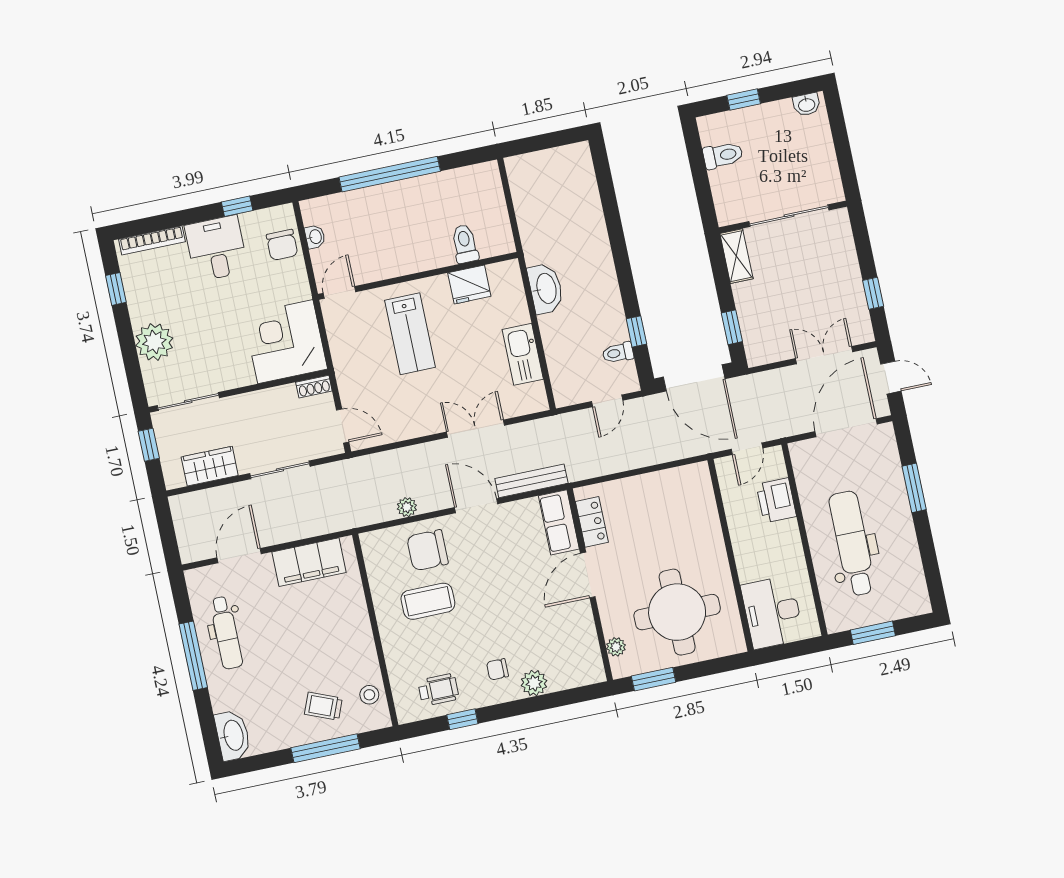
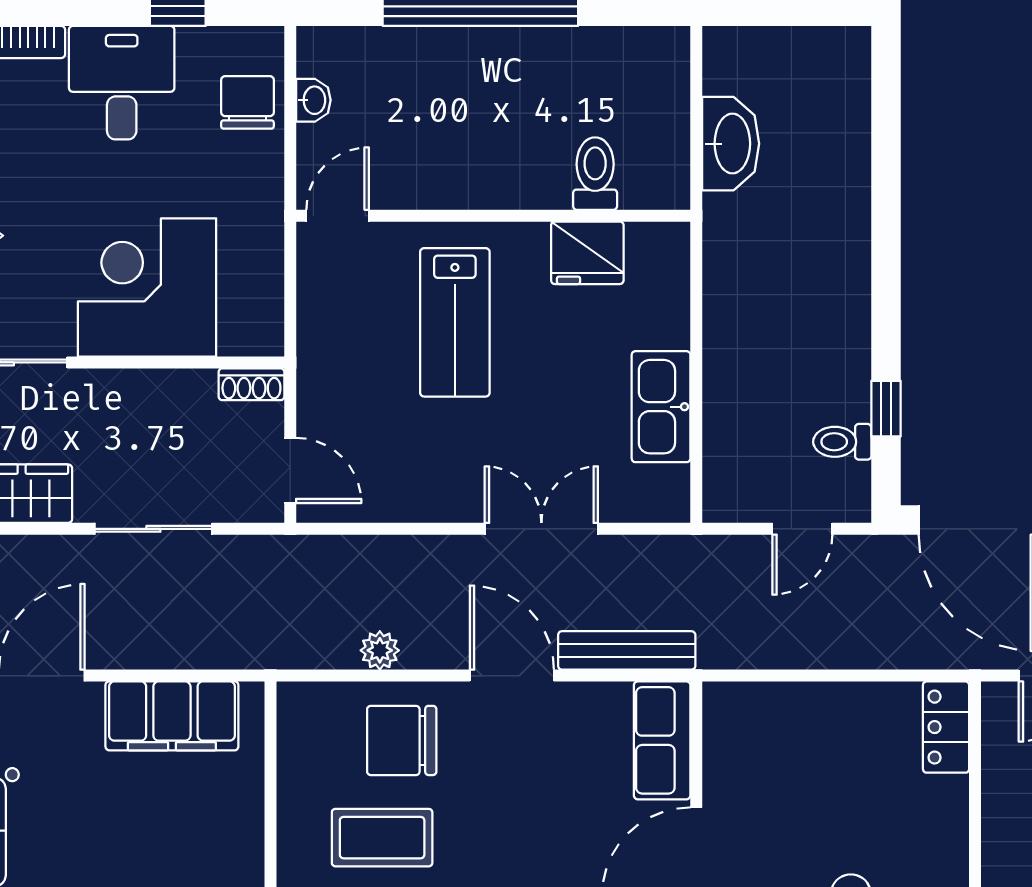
chair: (282, 245) -> (247, 102), turned 180
washbasin: (546, 289) -> (731, 144), moved
corner desk: (285, 342) -> (147, 287), moved
locker: (592, 522) -> (946, 727), moved, turned 180

